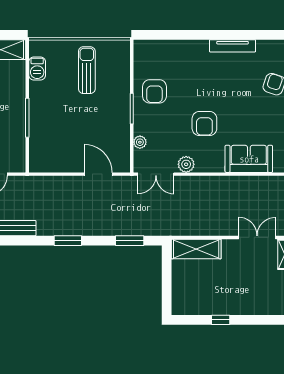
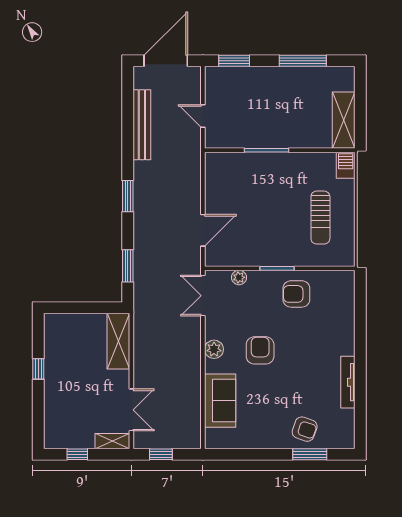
barbecue: (37, 68) -> (346, 165), moved, turned 90
sun lounger: (87, 70) -> (320, 218), turned 90
armchair: (204, 124) -> (260, 350), turned 90
plant: (186, 164) -> (214, 349), moved

